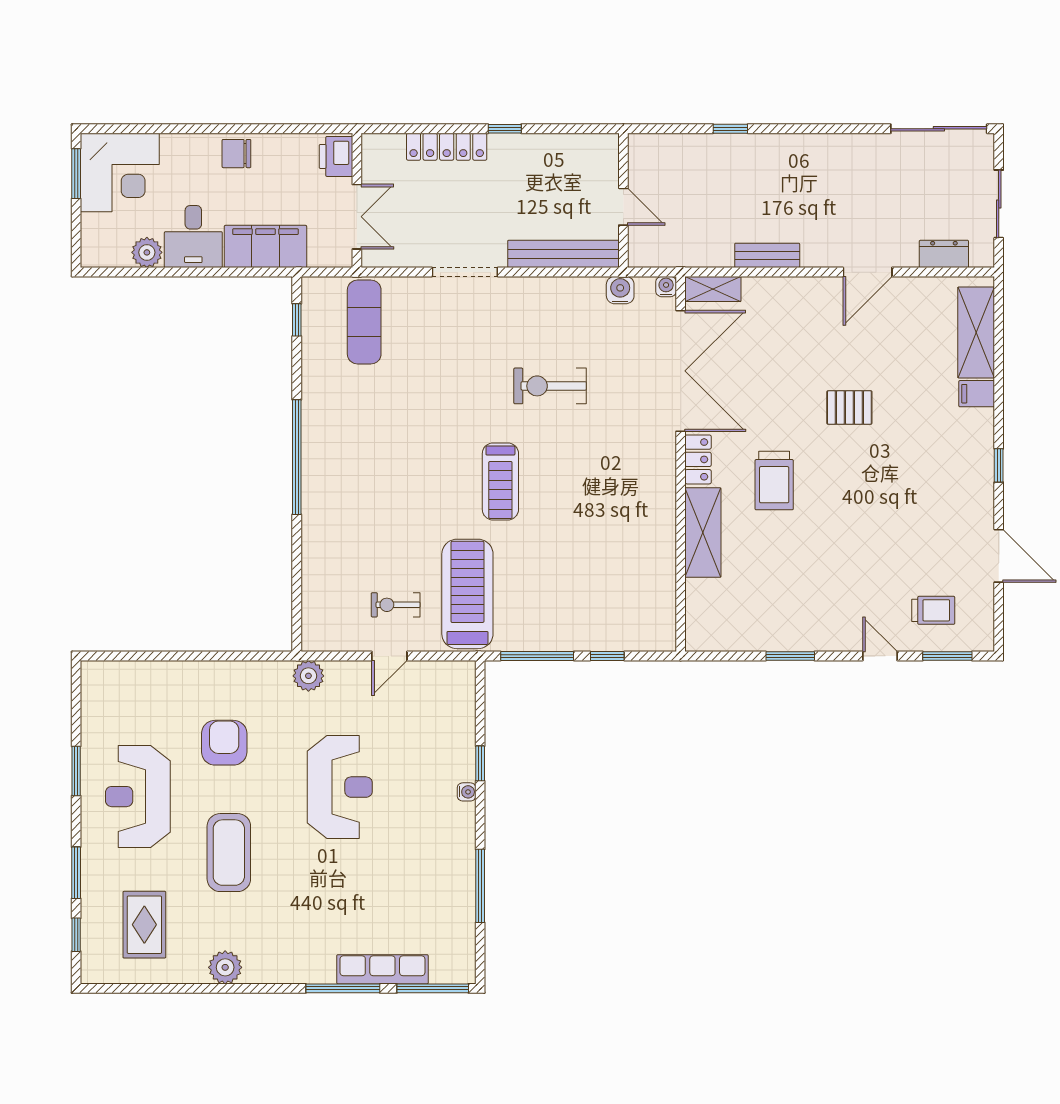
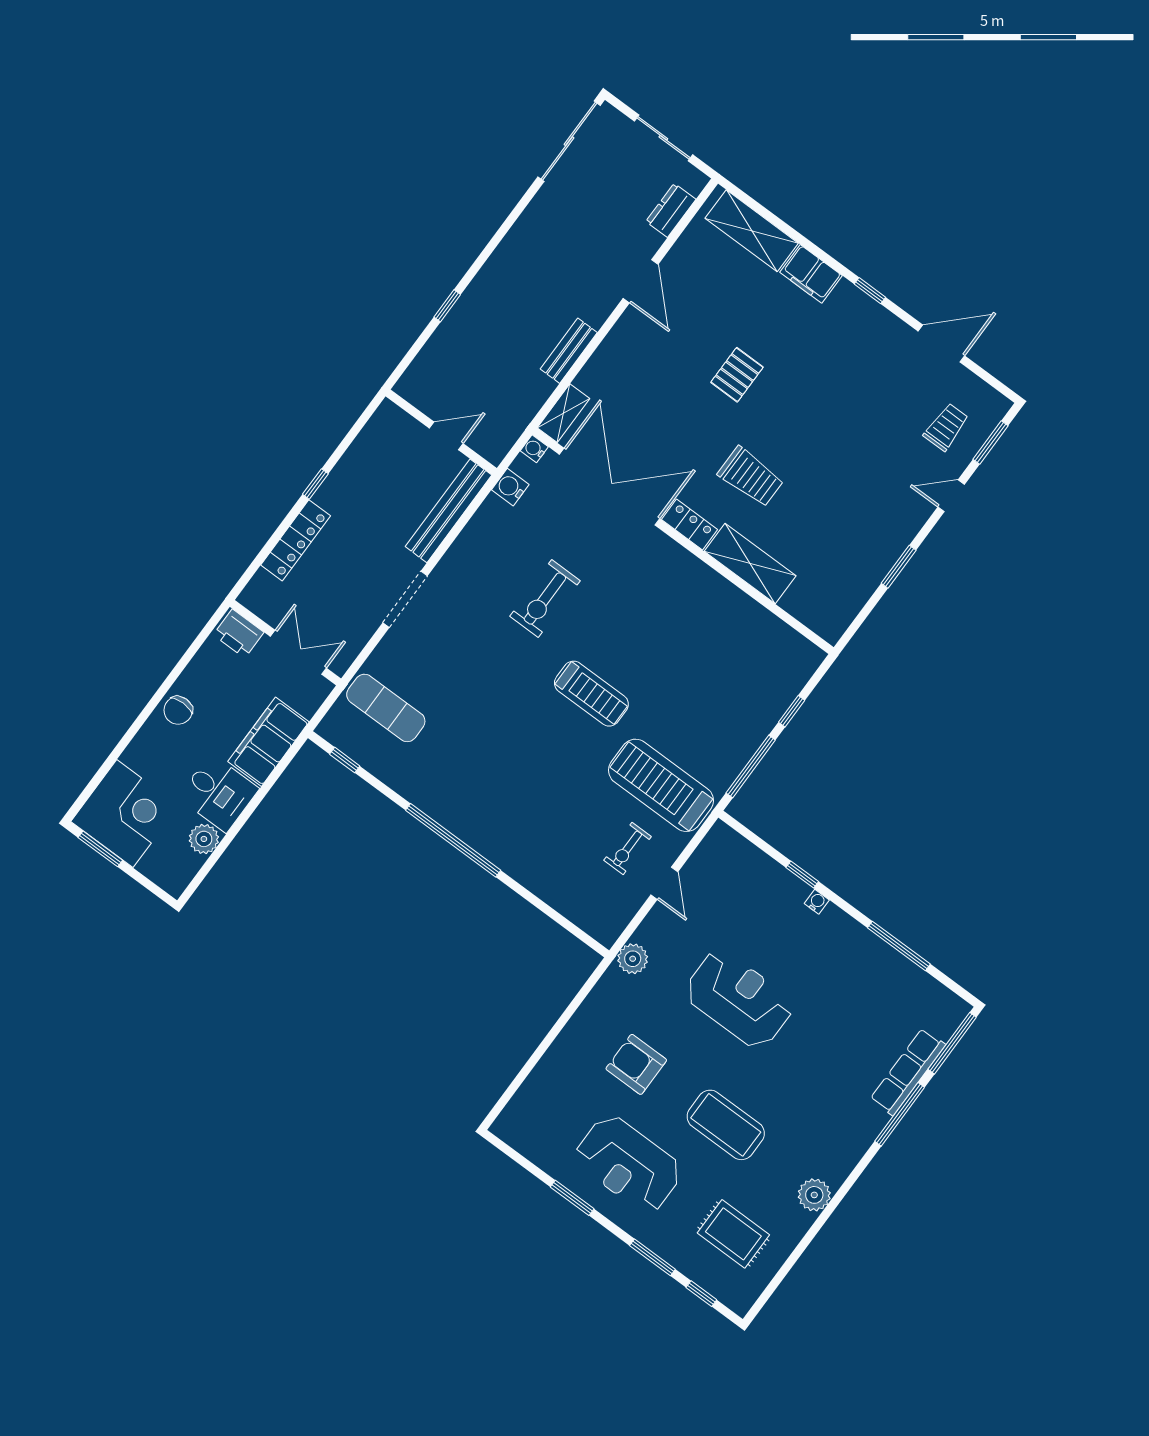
filing cabinet: (977, 394) -> (811, 274), width x2.00

